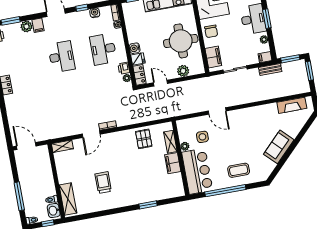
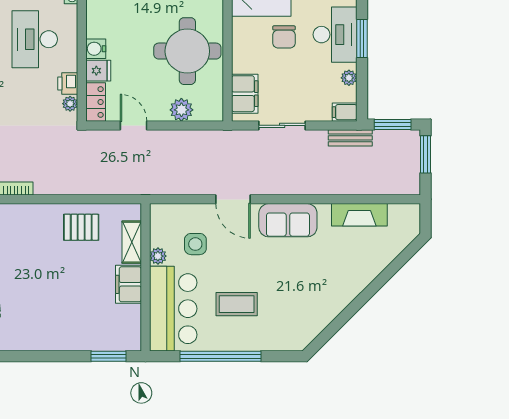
chair: (211, 31) -> (284, 37), moved
fireplace: (292, 105) -> (359, 215), moved
pallet: (144, 139) -> (81, 227), turned 90
sofa: (279, 147) -> (288, 220), moved, turned -135
coffee table: (239, 170) -> (237, 304), moved
window: (148, 205) -> (109, 356), moved

